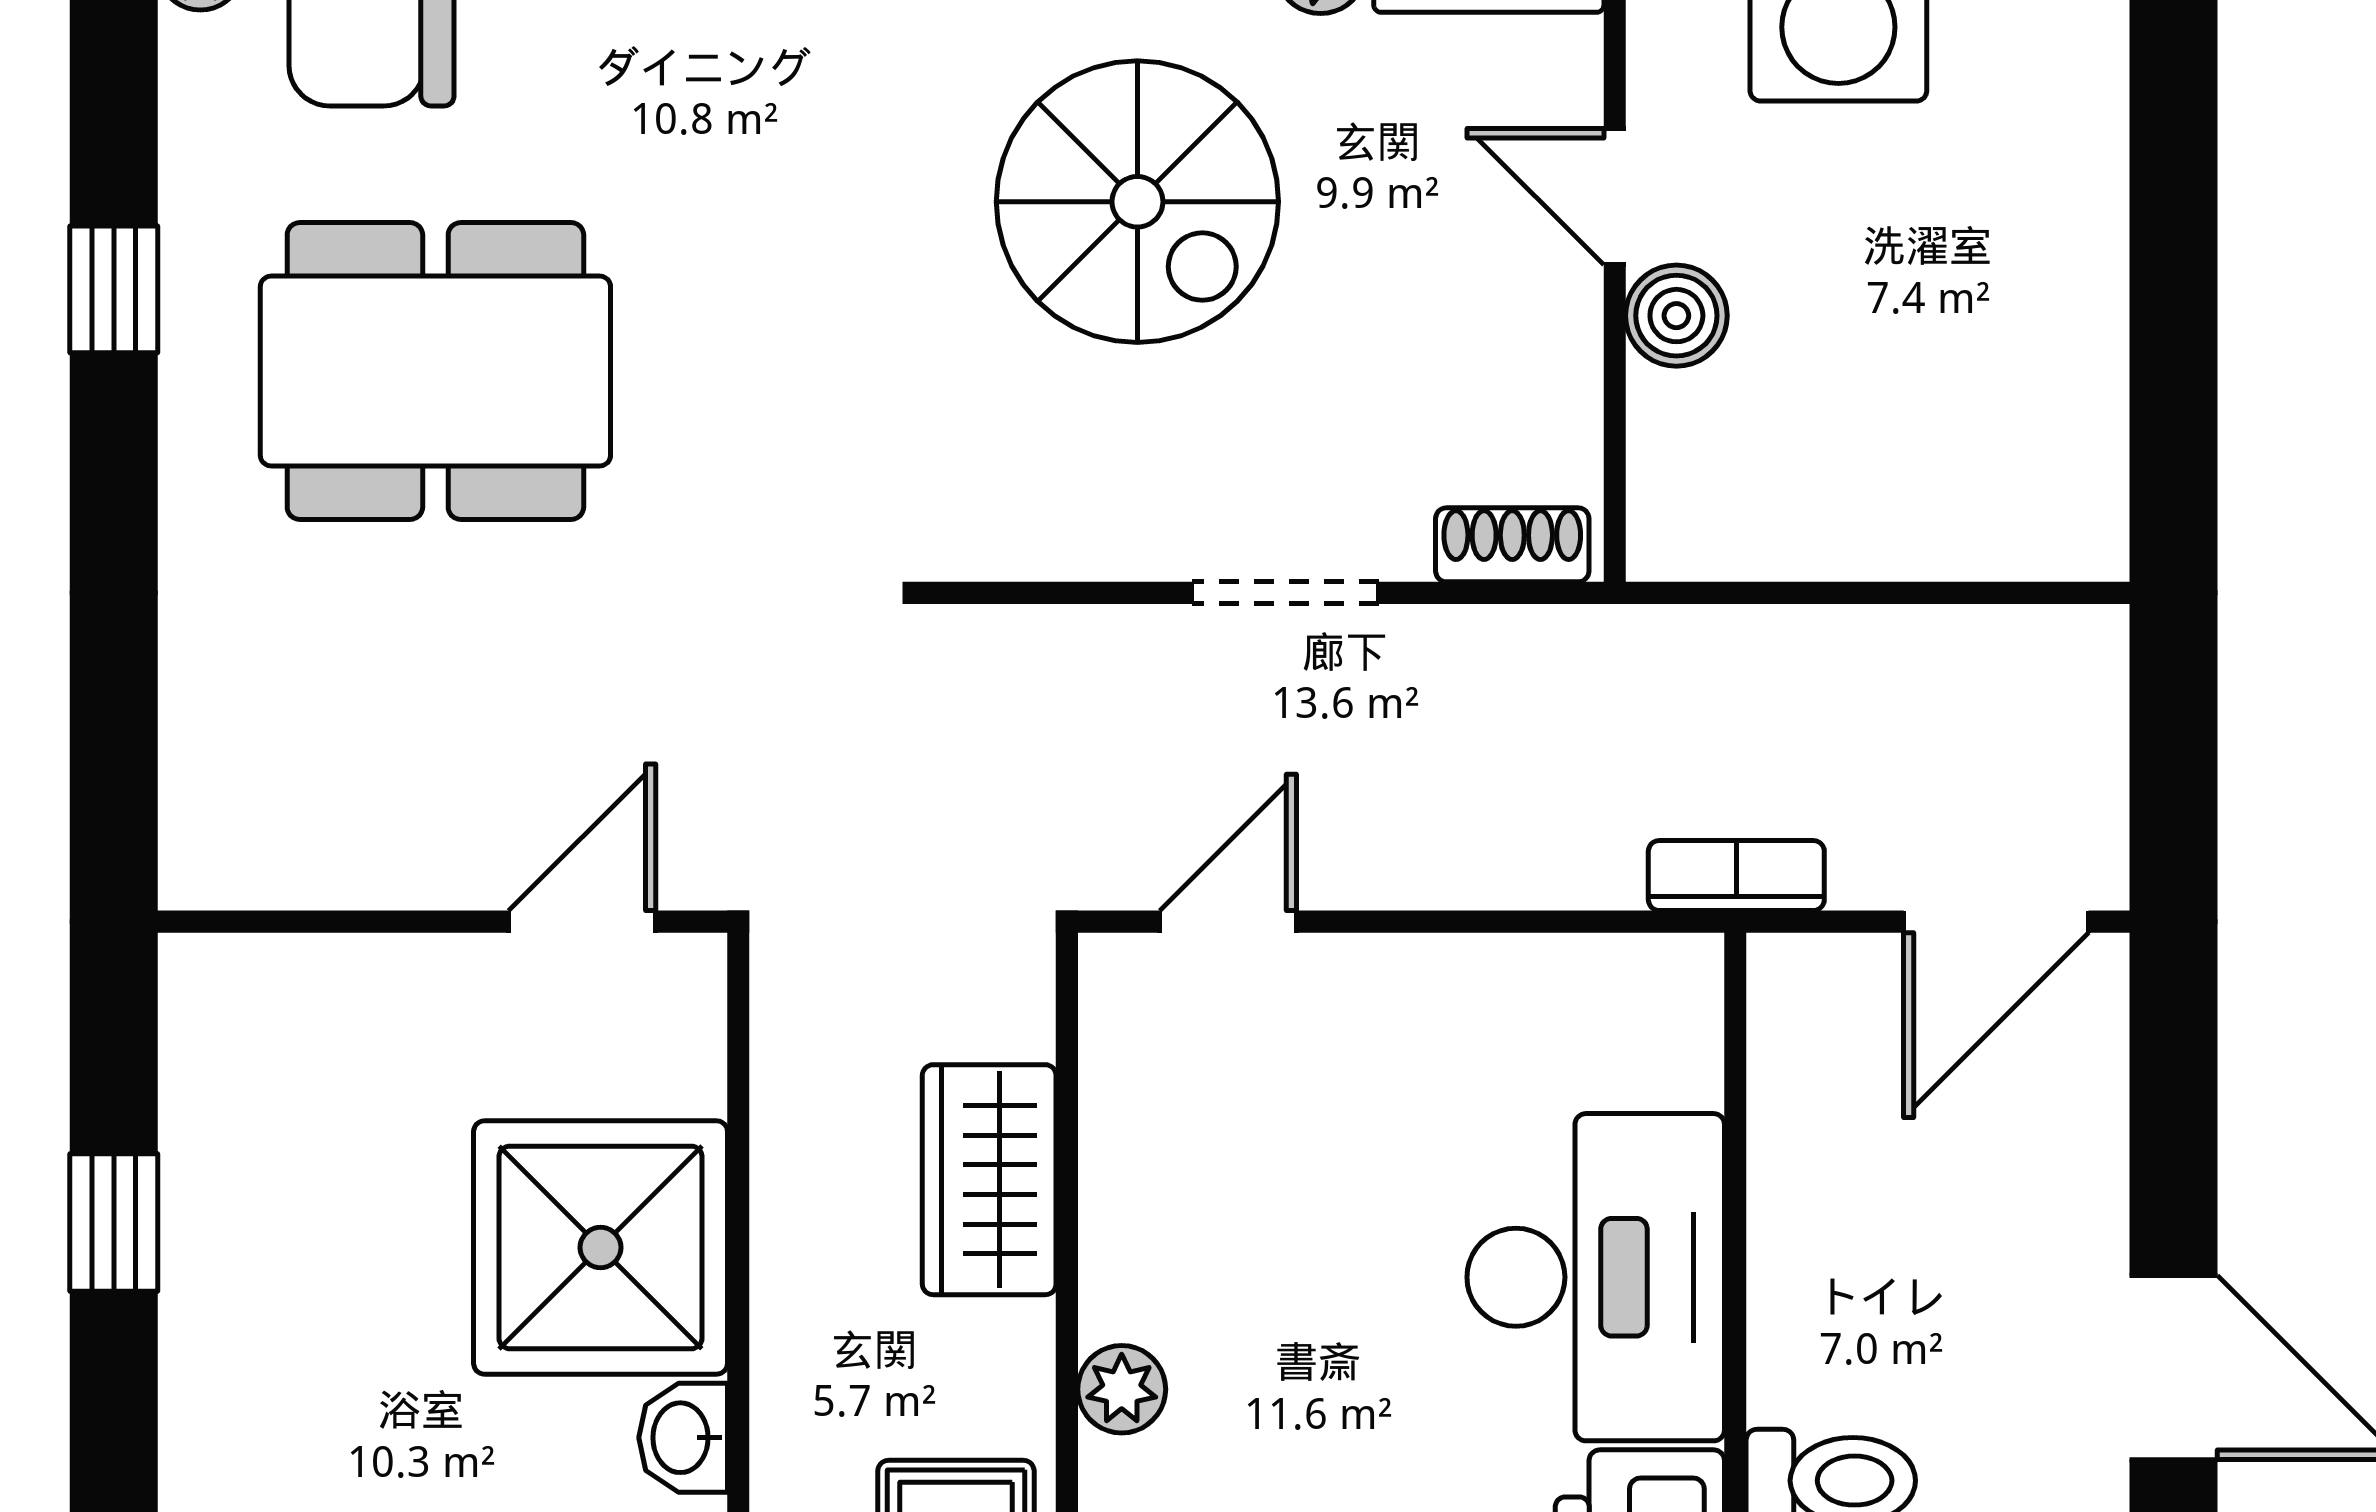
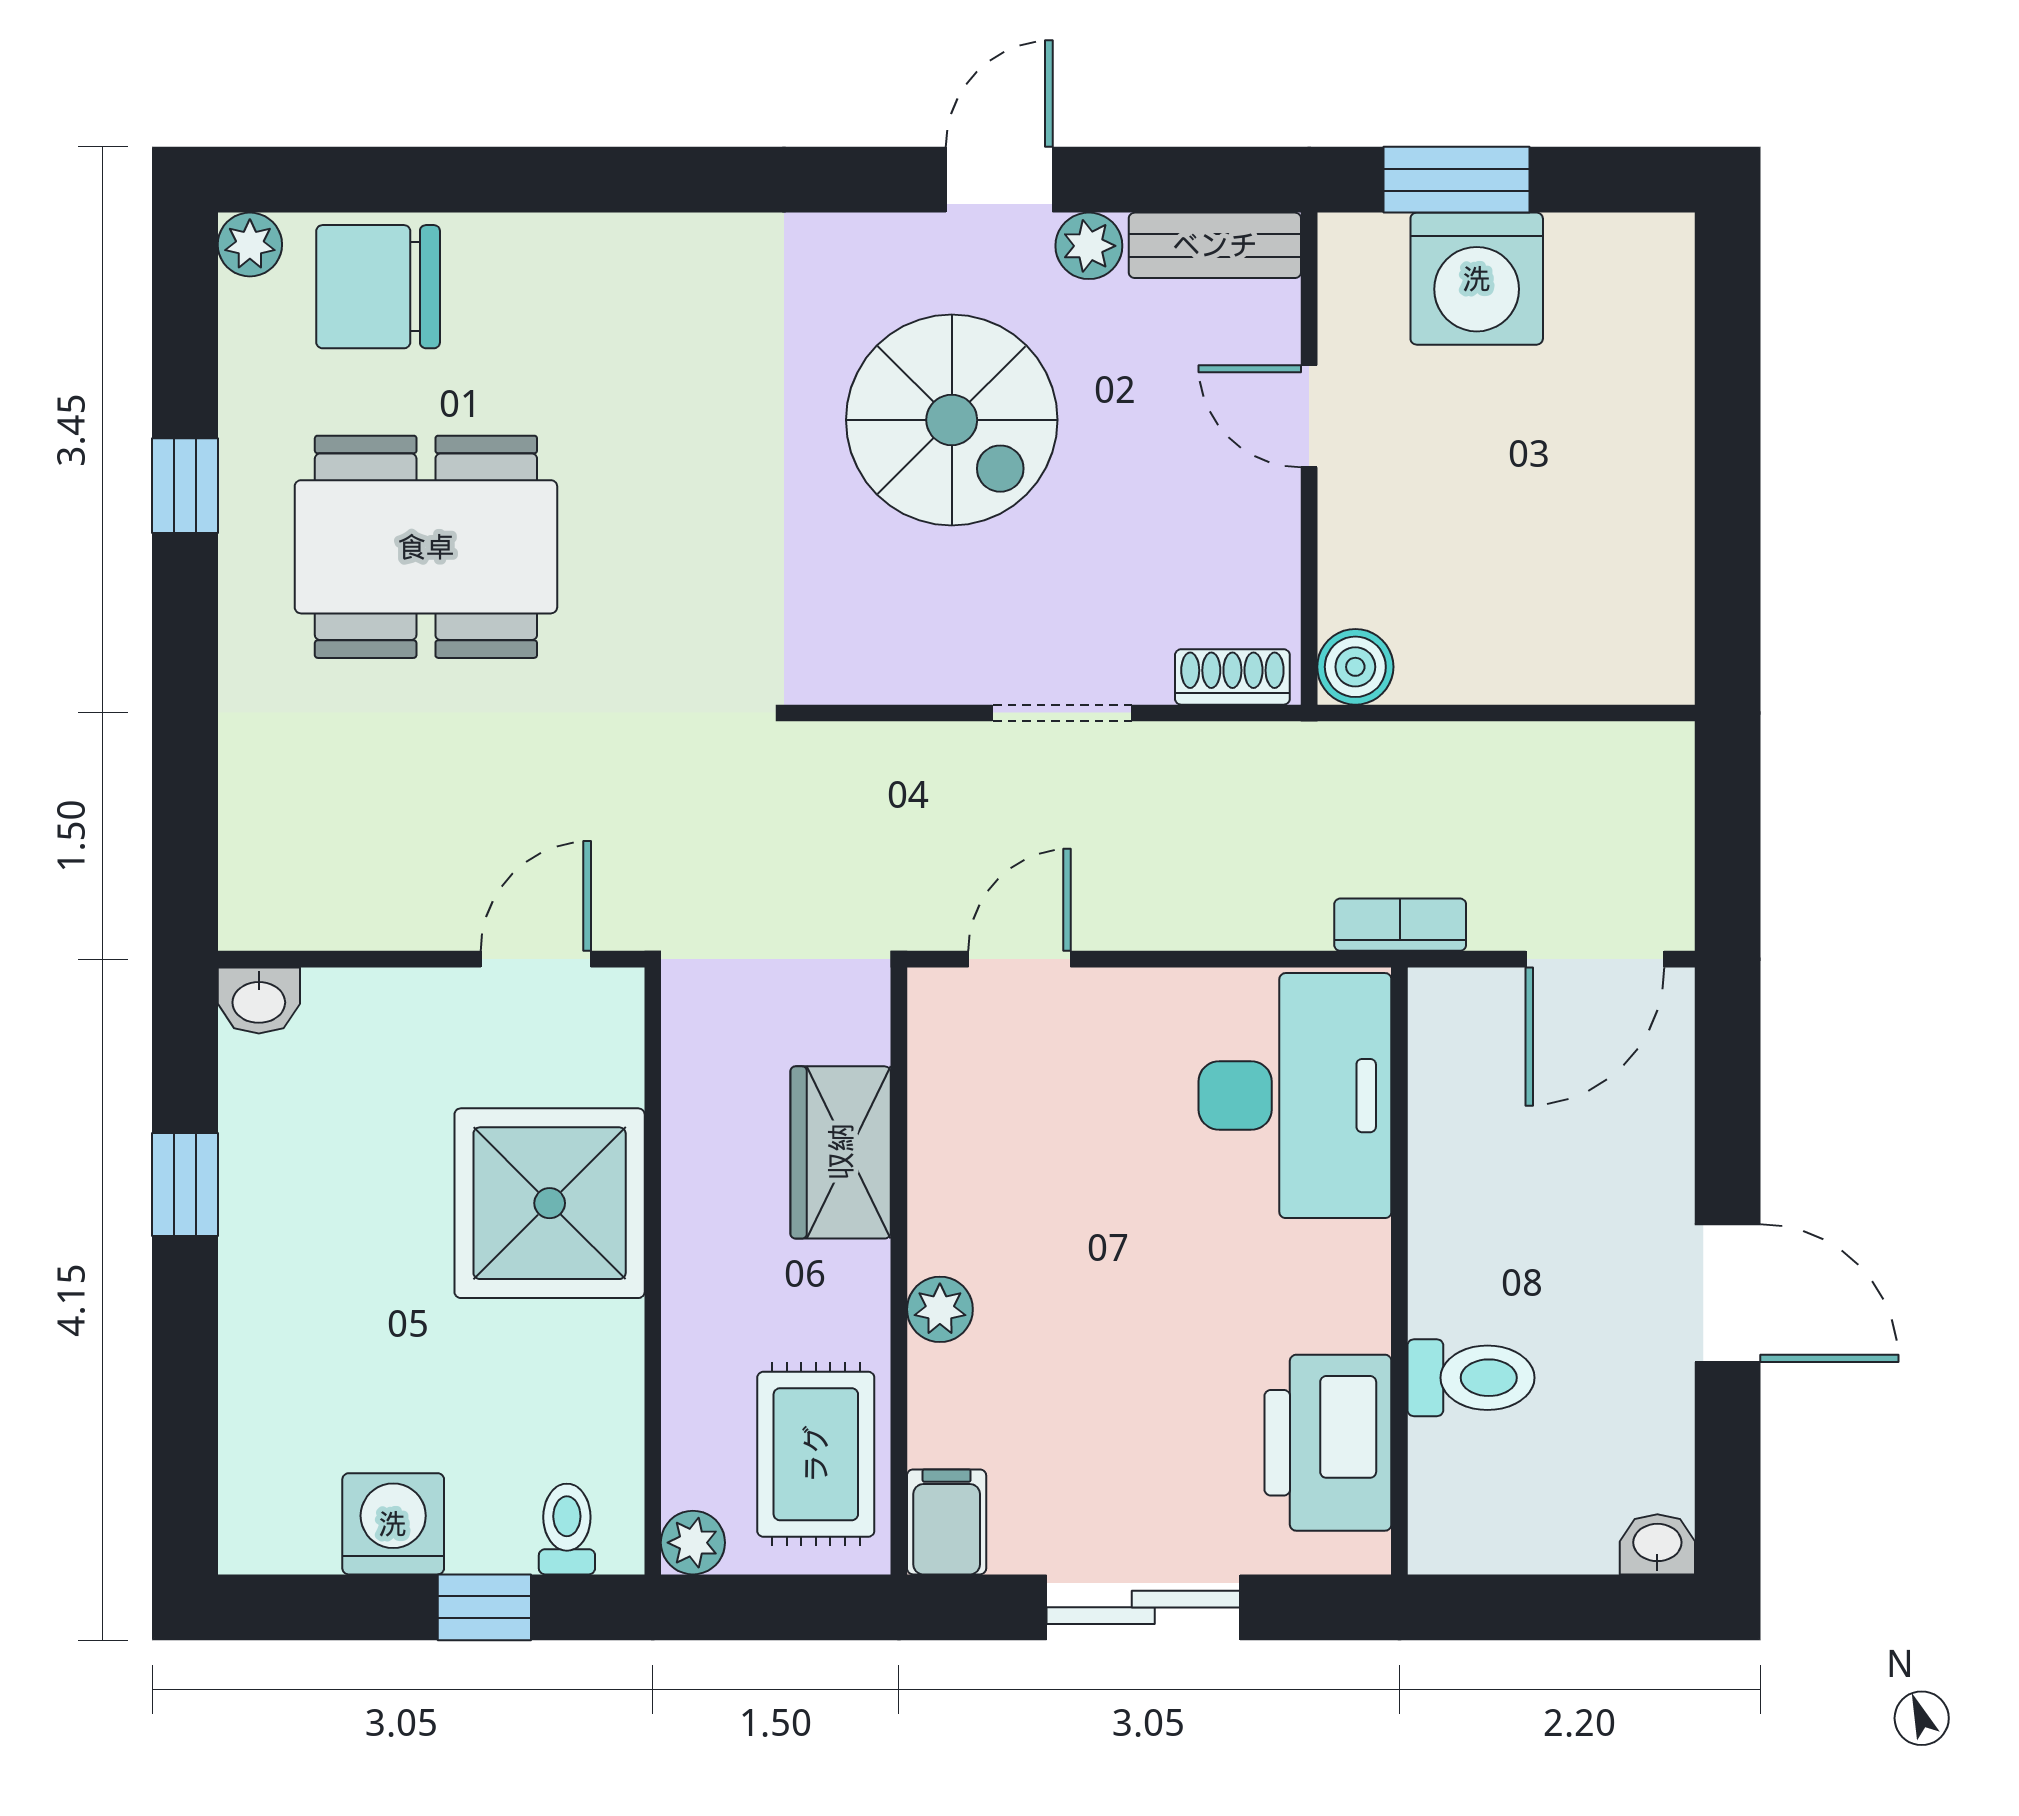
boiler: (1676, 316) -> (1355, 667), moved
desk: (1596, 1277) -> (1295, 1096), moved
washbasin: (683, 1438) -> (259, 1000), moved, turned -90

